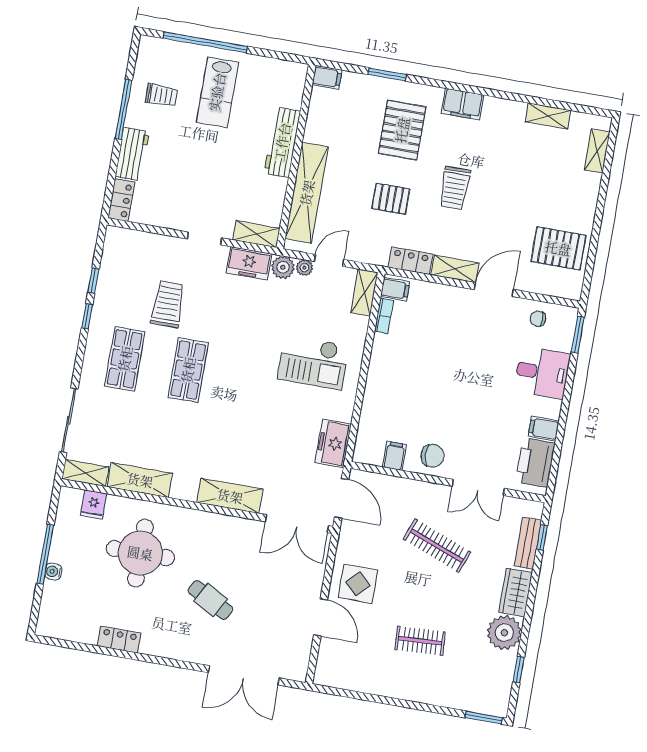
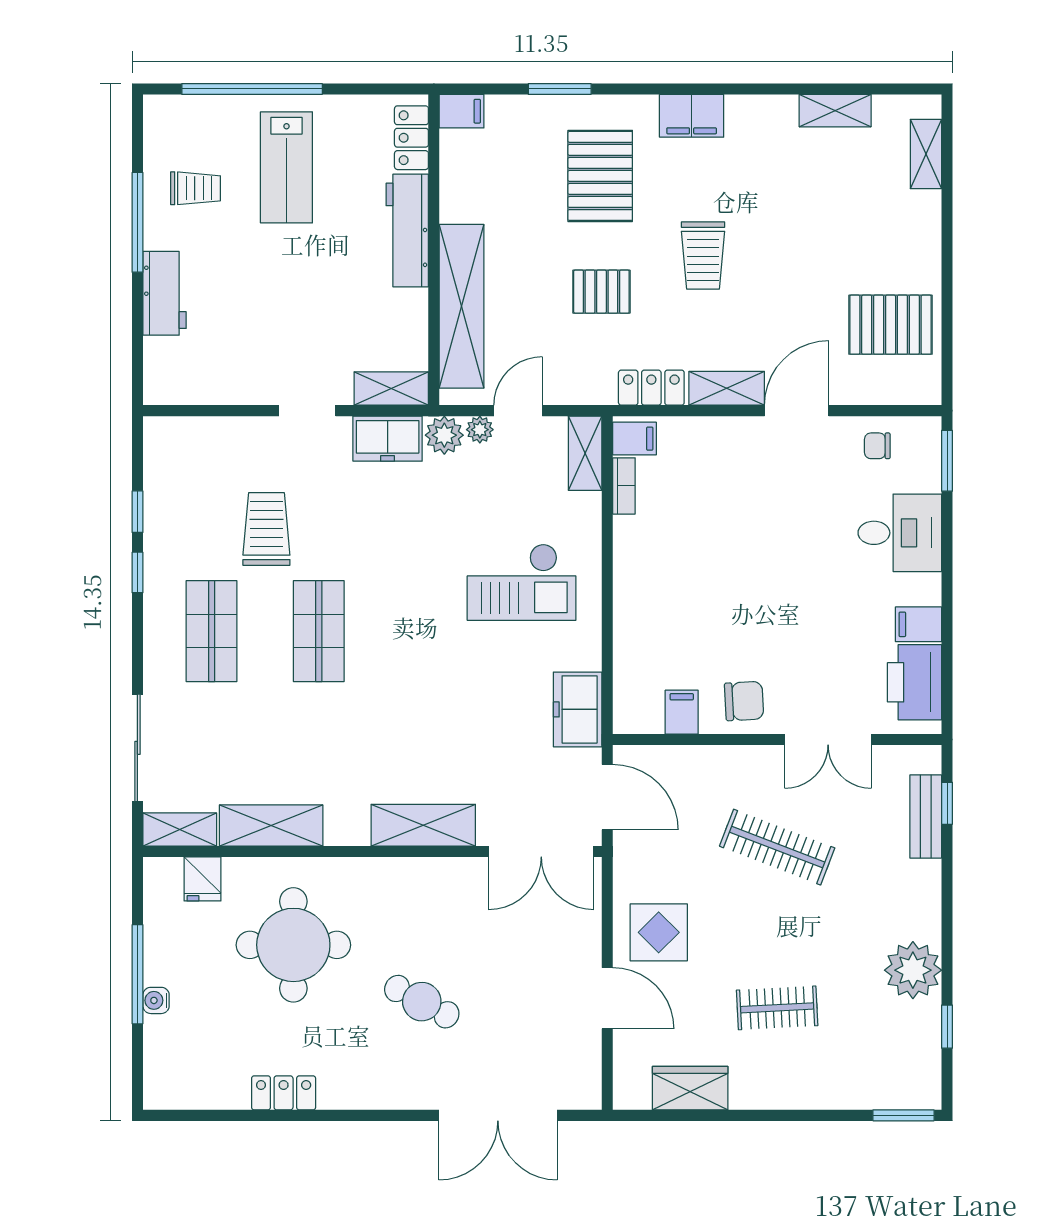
locker: (121, 200) -> (411, 138), moved, turned 180
wardrobe: (516, 592) -> (690, 1088), moved, turned 90

